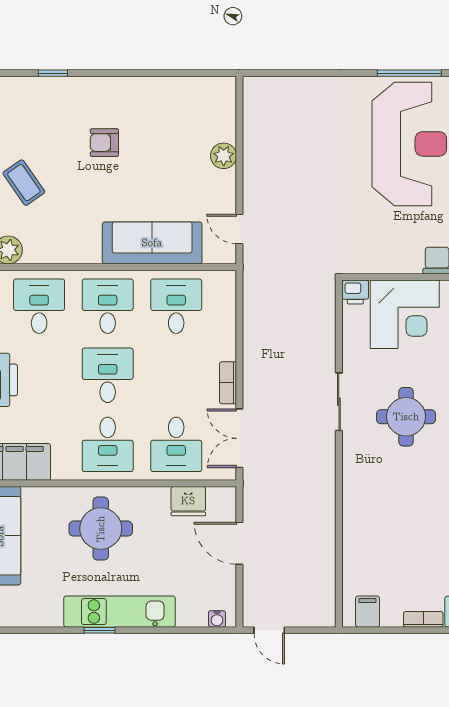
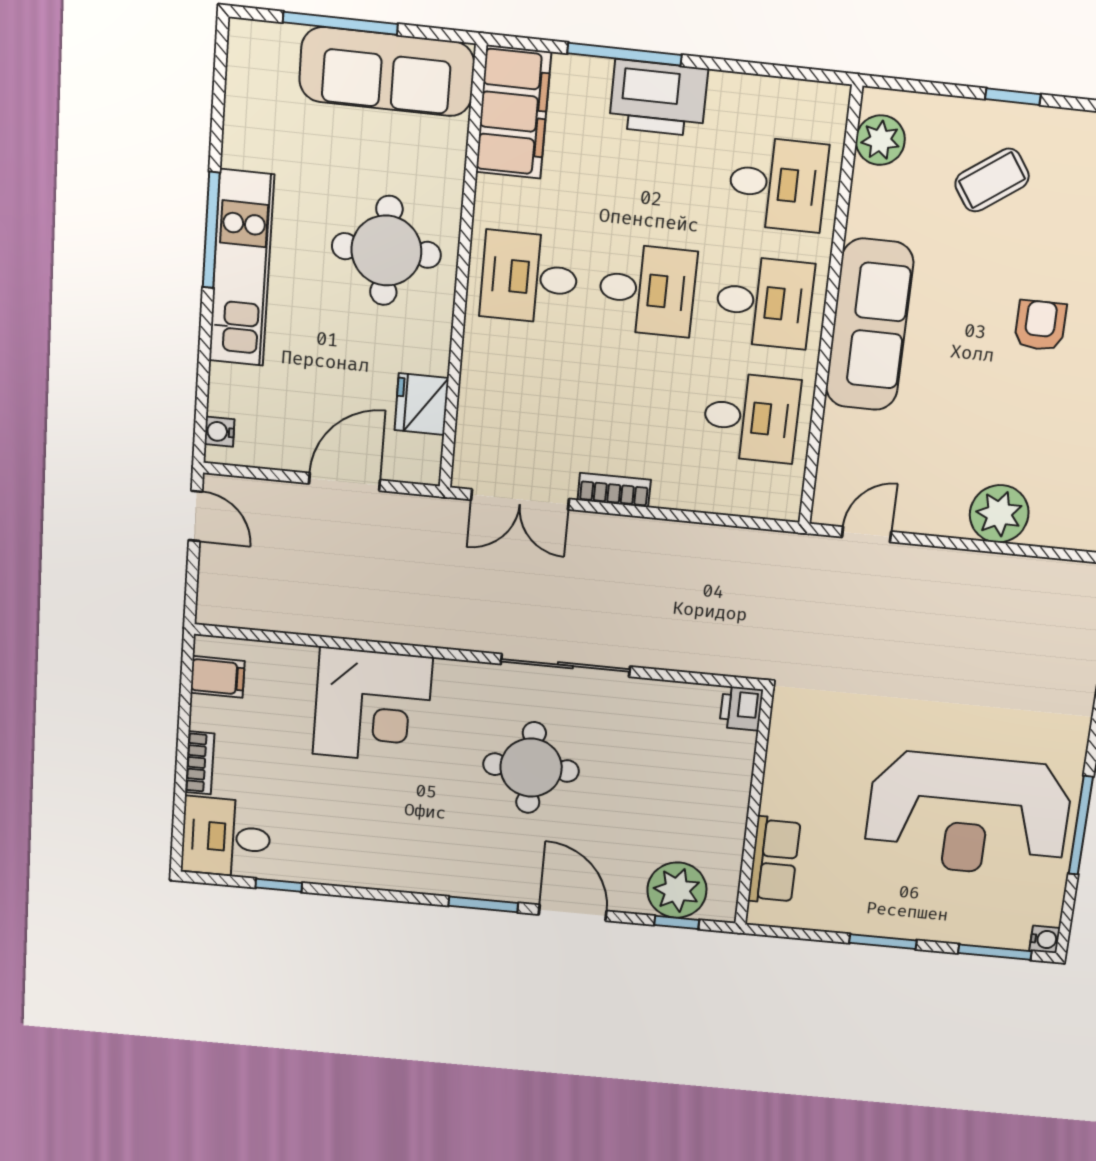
plant: (224, 156) -> (999, 514), width x1.36, depth x1.36
sofa: (152, 243) -> (870, 325), moved
corner desk: (405, 314) -> (373, 706), moved, turned -90
sliding door: (339, 402) -> (565, 665), width x1.37
double door: (239, 438) -> (520, 499), swing flipped
desk: (176, 444) -> (519, 394), removed
window: (100, 630) -> (211, 230), width x2.17
door: (269, 630) -> (195, 516), swing flipped

